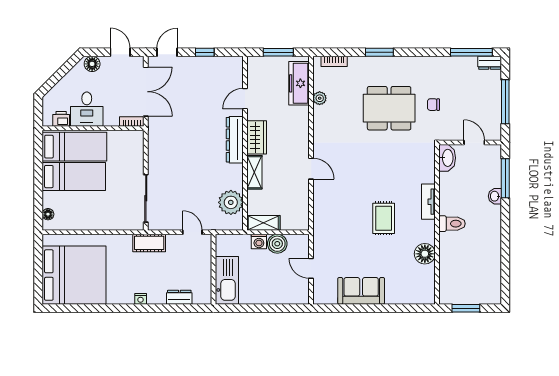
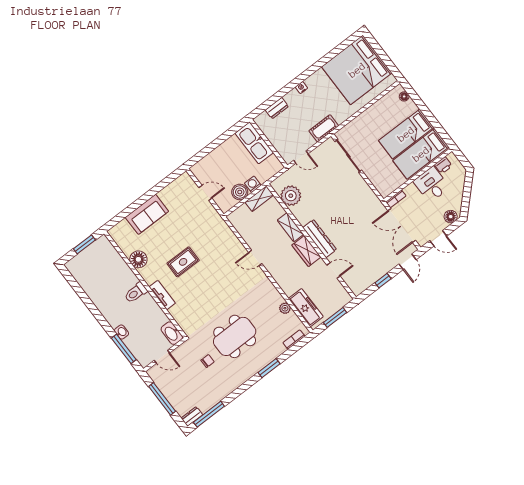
door: (245, 99) -> (334, 271), hinge flipped
rug: (384, 218) -> (183, 262), turned 90
sofa: (361, 291) -> (147, 214), moved

